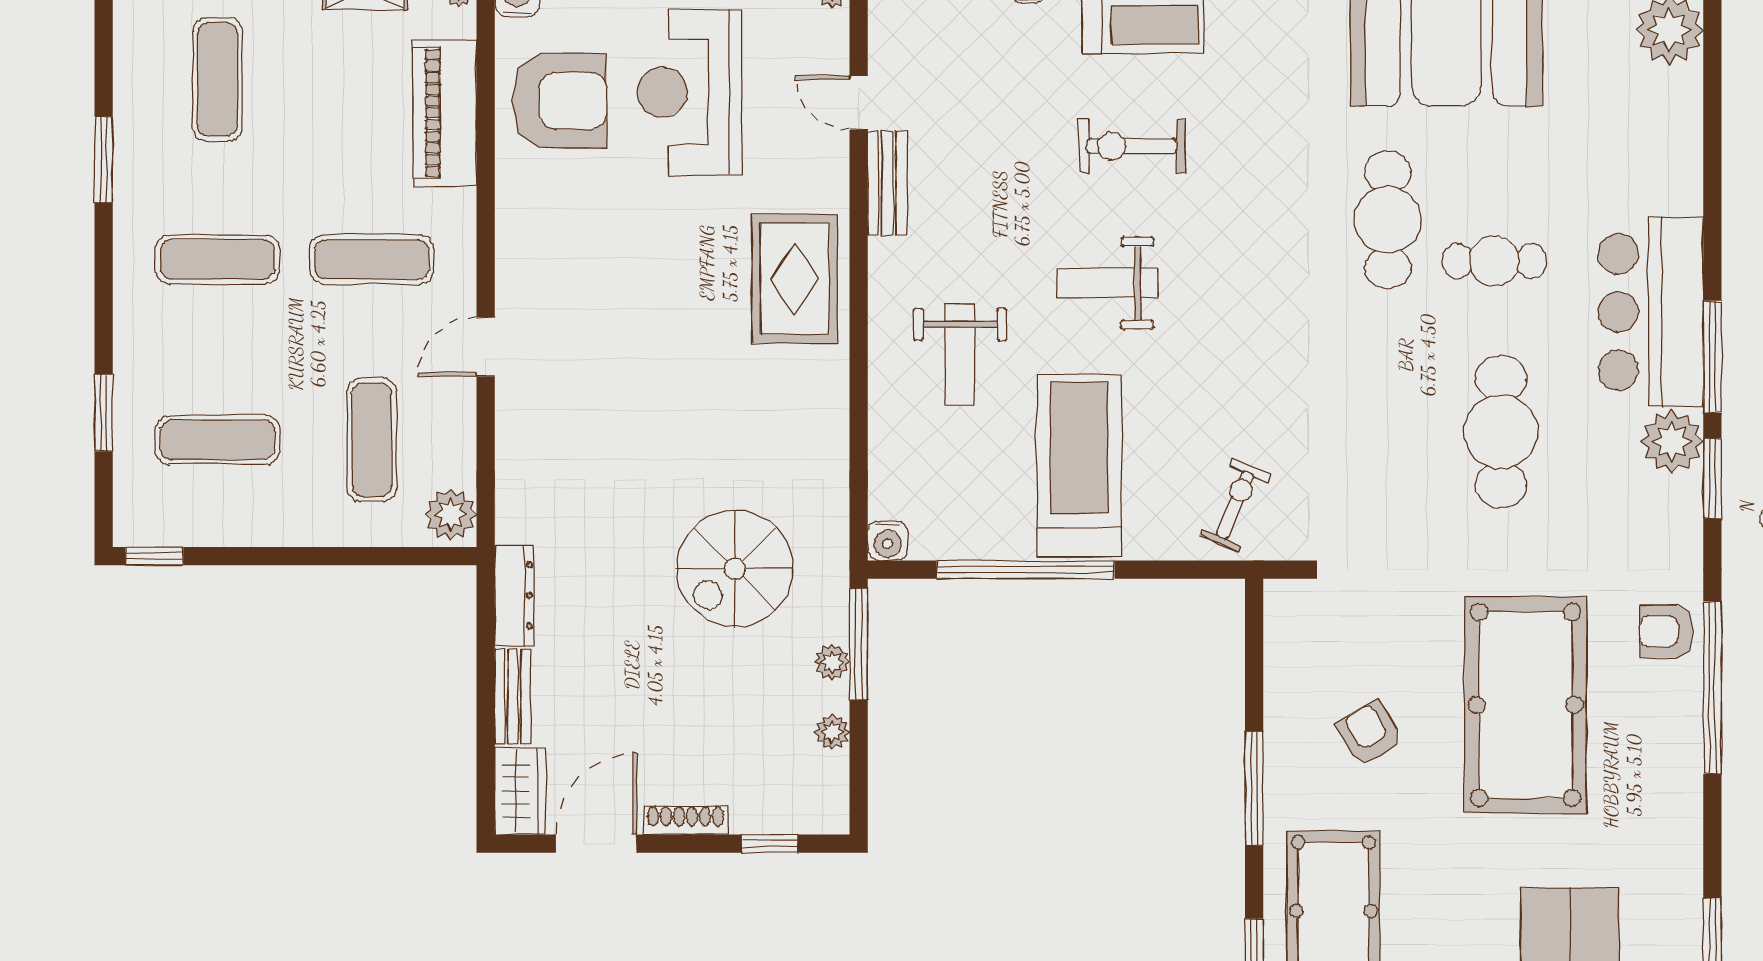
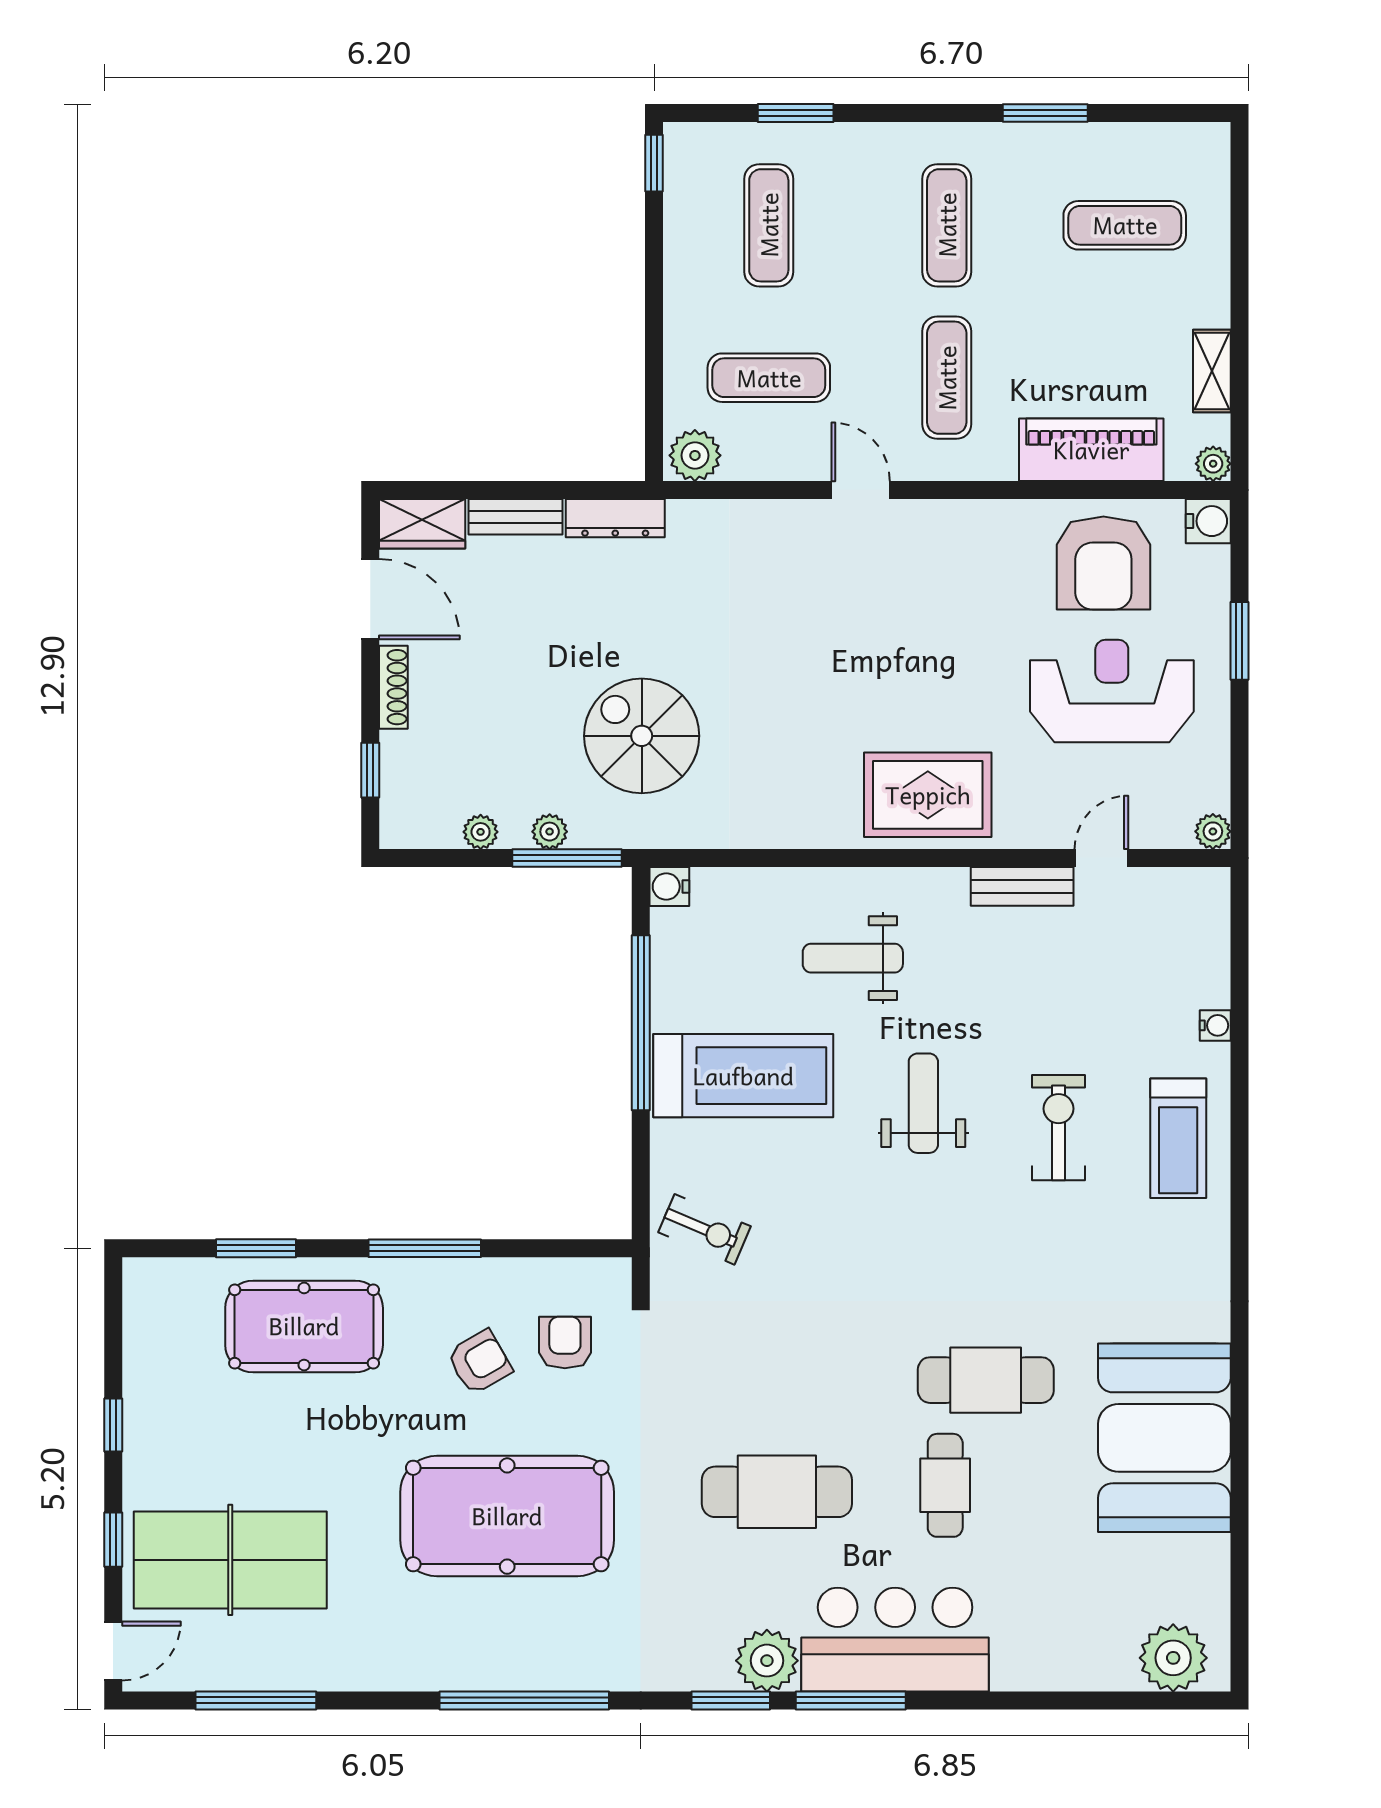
armchair: (1666, 631) -> (565, 1343), moved

